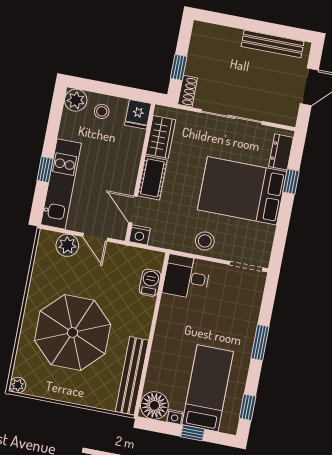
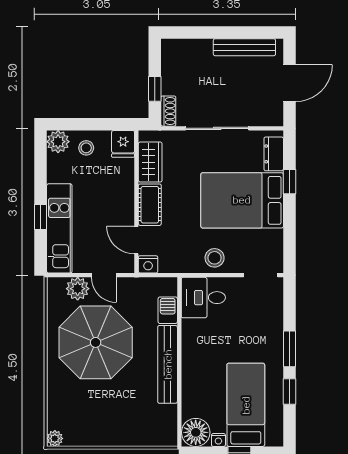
parasol: (73, 333) -> (96, 342), moved
bench: (132, 376) -> (168, 364), moved
window: (248, 407) -> (289, 391), moved

